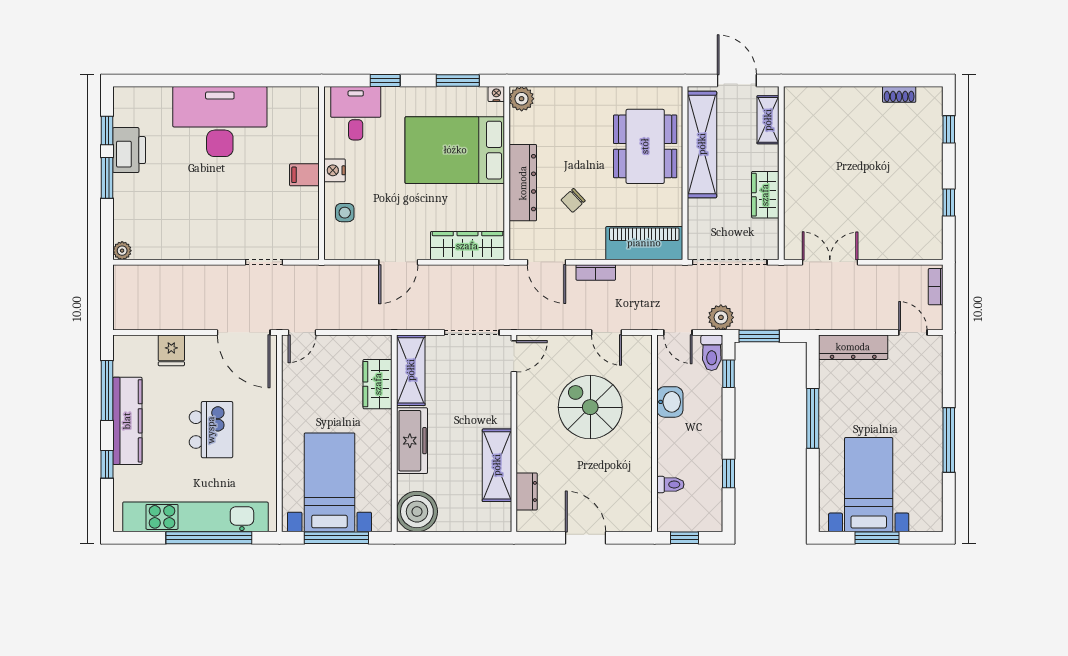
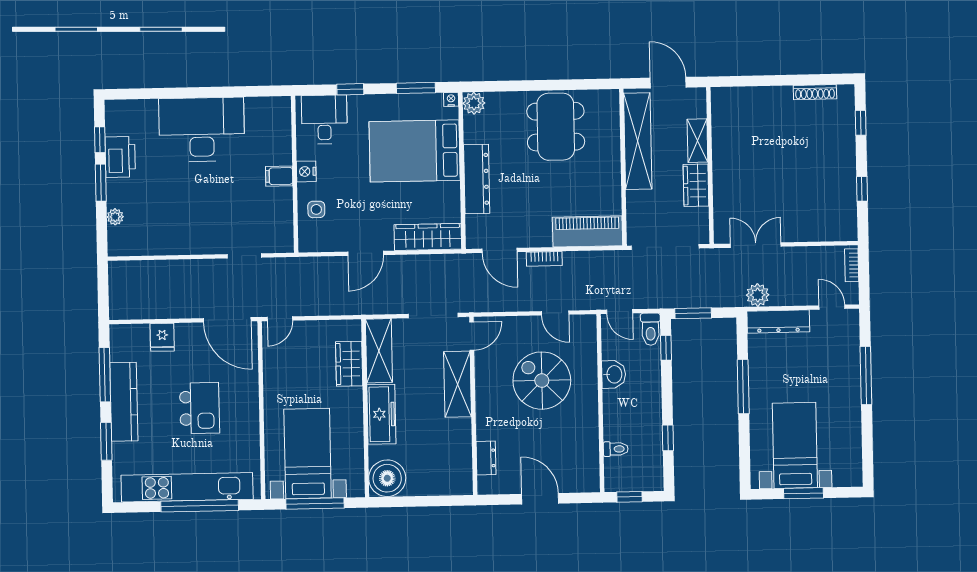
shoe rack: (899, 94) -> (815, 92), width x1.43
shelving: (768, 120) -> (697, 141), moved
dining table: (645, 146) -> (556, 127), moved
chair: (573, 200) -> (522, 194), removed
plant: (122, 251) -> (115, 217), moved
plant: (721, 317) -> (758, 295), moved
window: (949, 440) -> (866, 376), moved
window: (107, 464) -> (106, 441), width x1.50
shelving: (497, 465) -> (458, 384), moved

